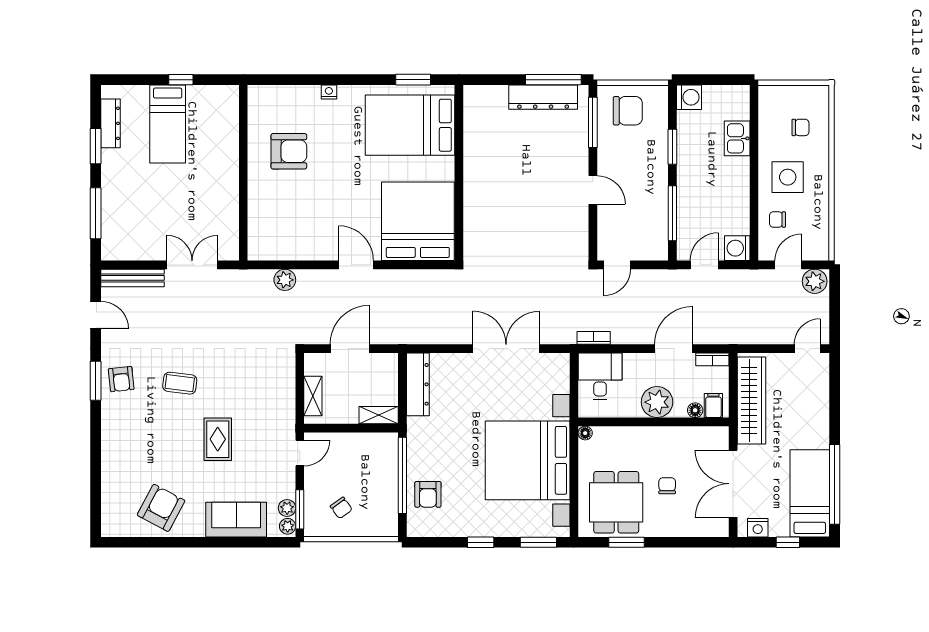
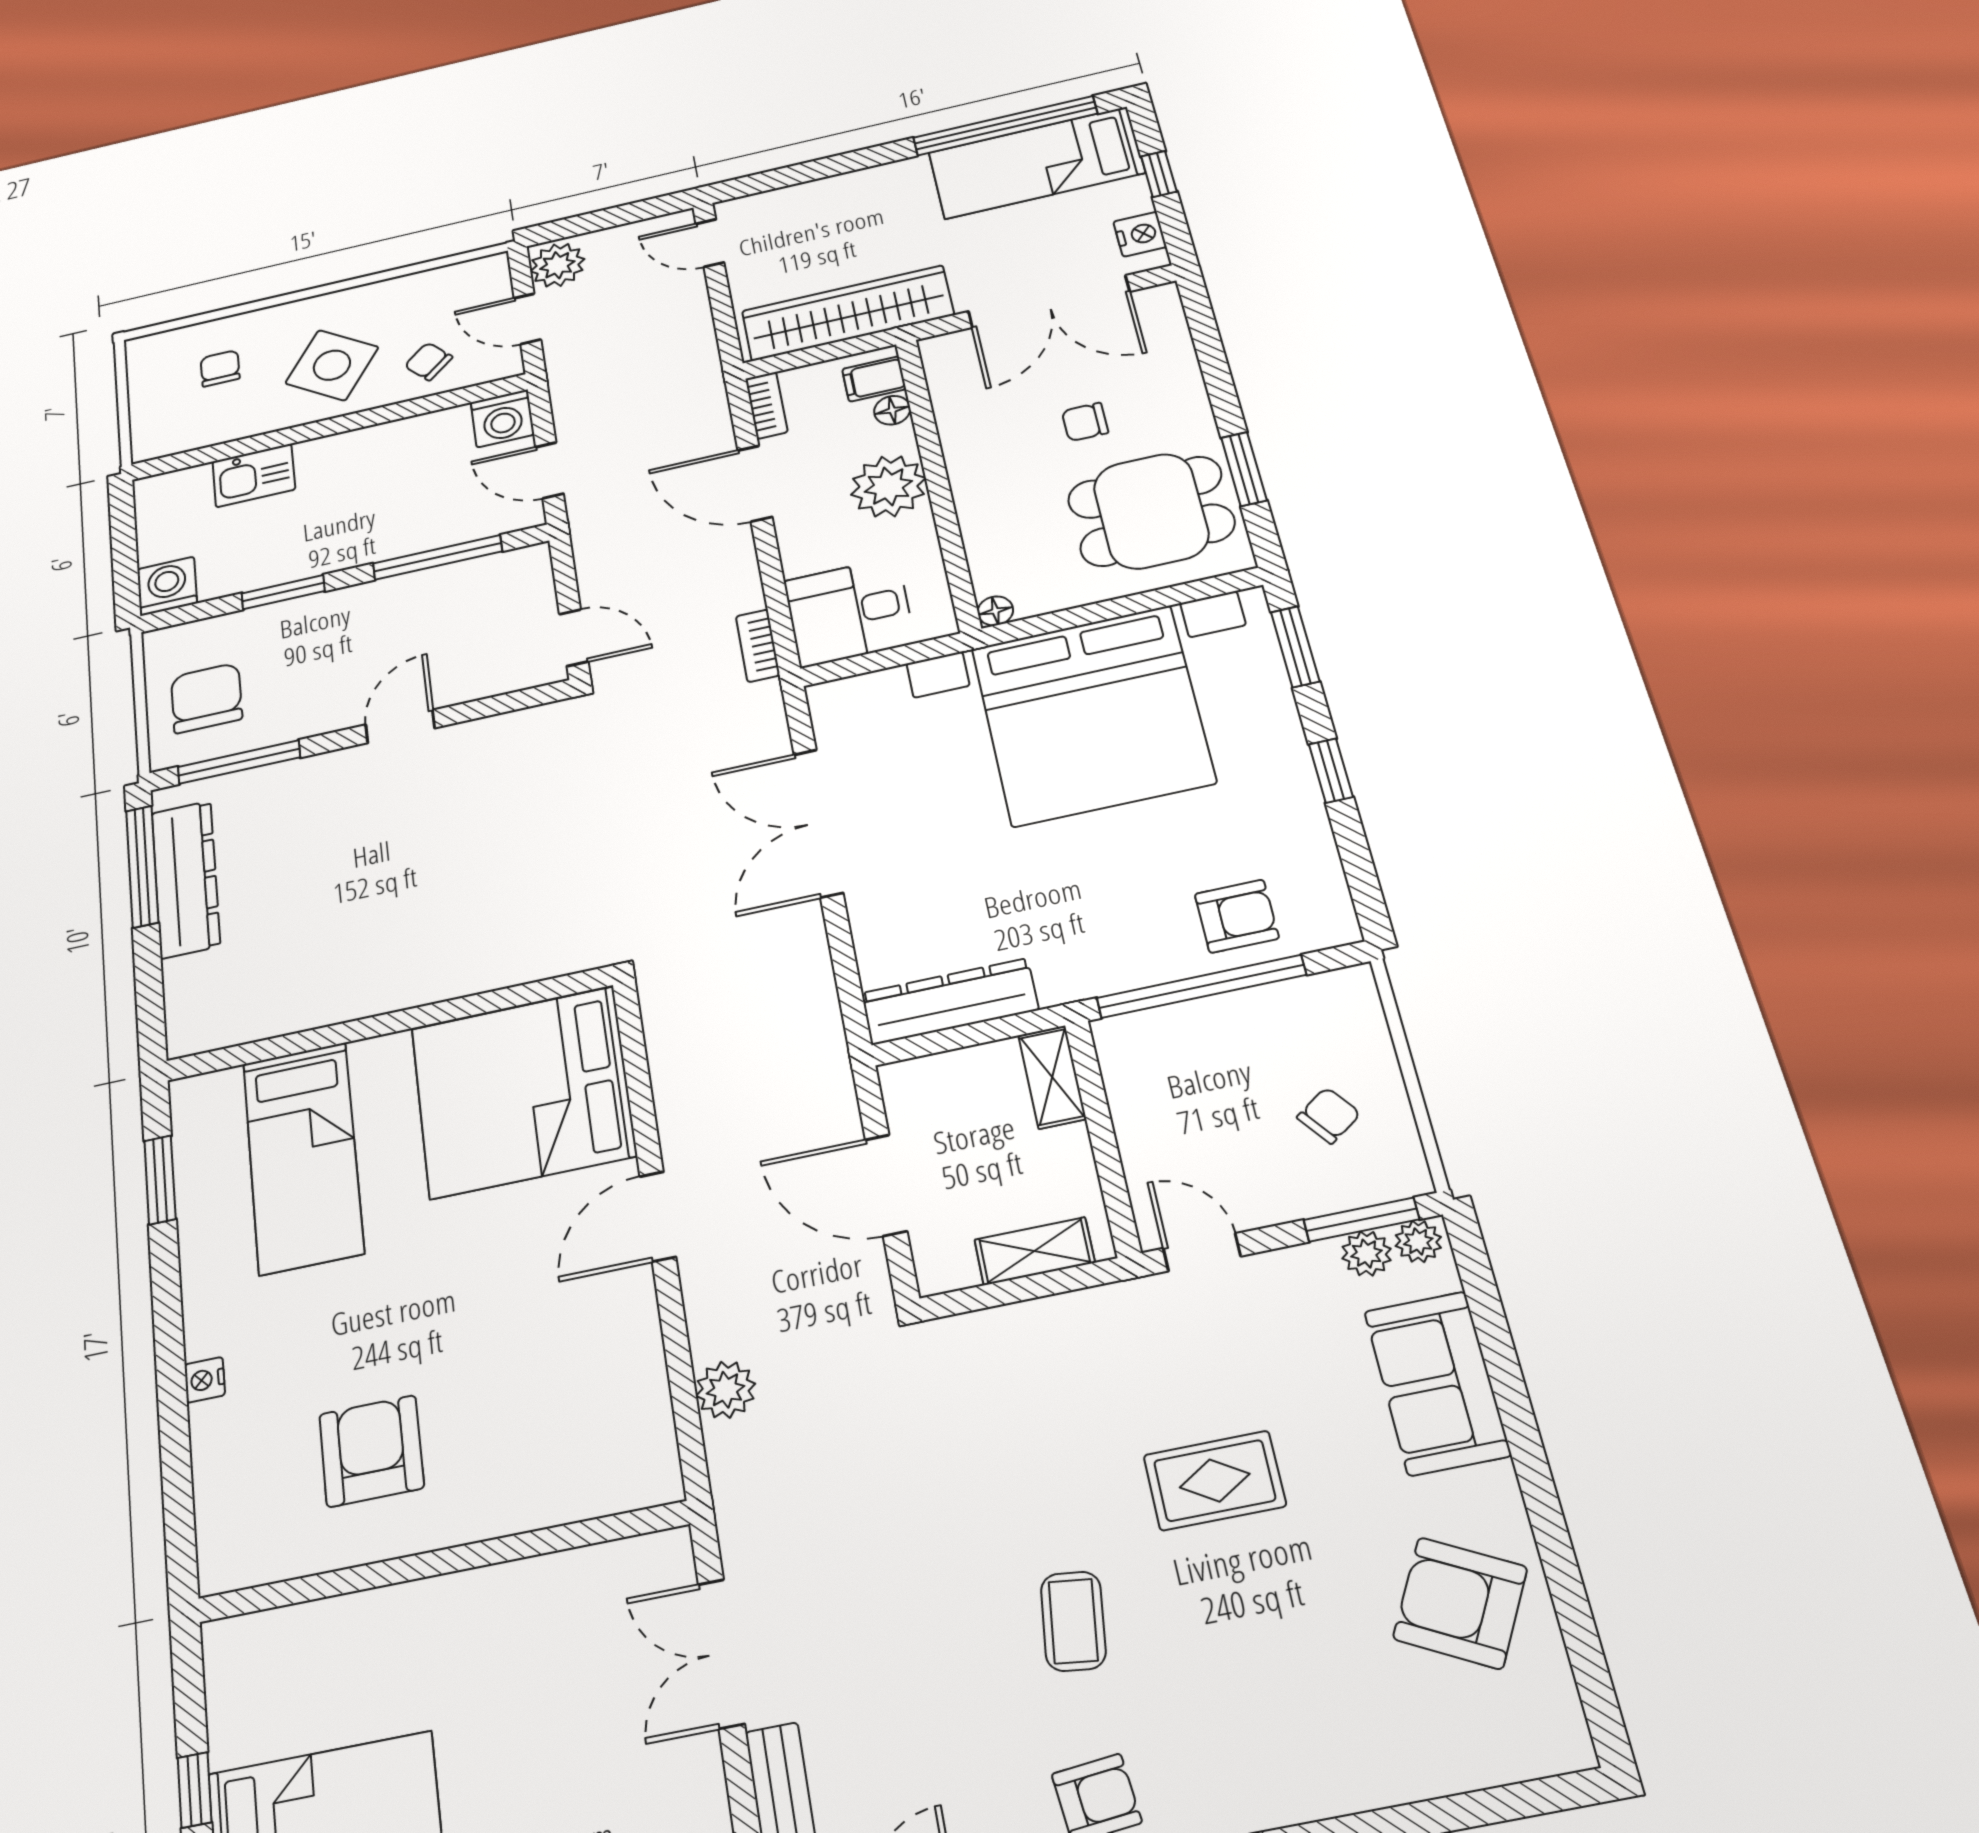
bed: (410, 125) -> (303, 1157), width x0.67
side table: (788, 177) -> (332, 365), turned 34
chair: (777, 219) -> (428, 361), turned 138

